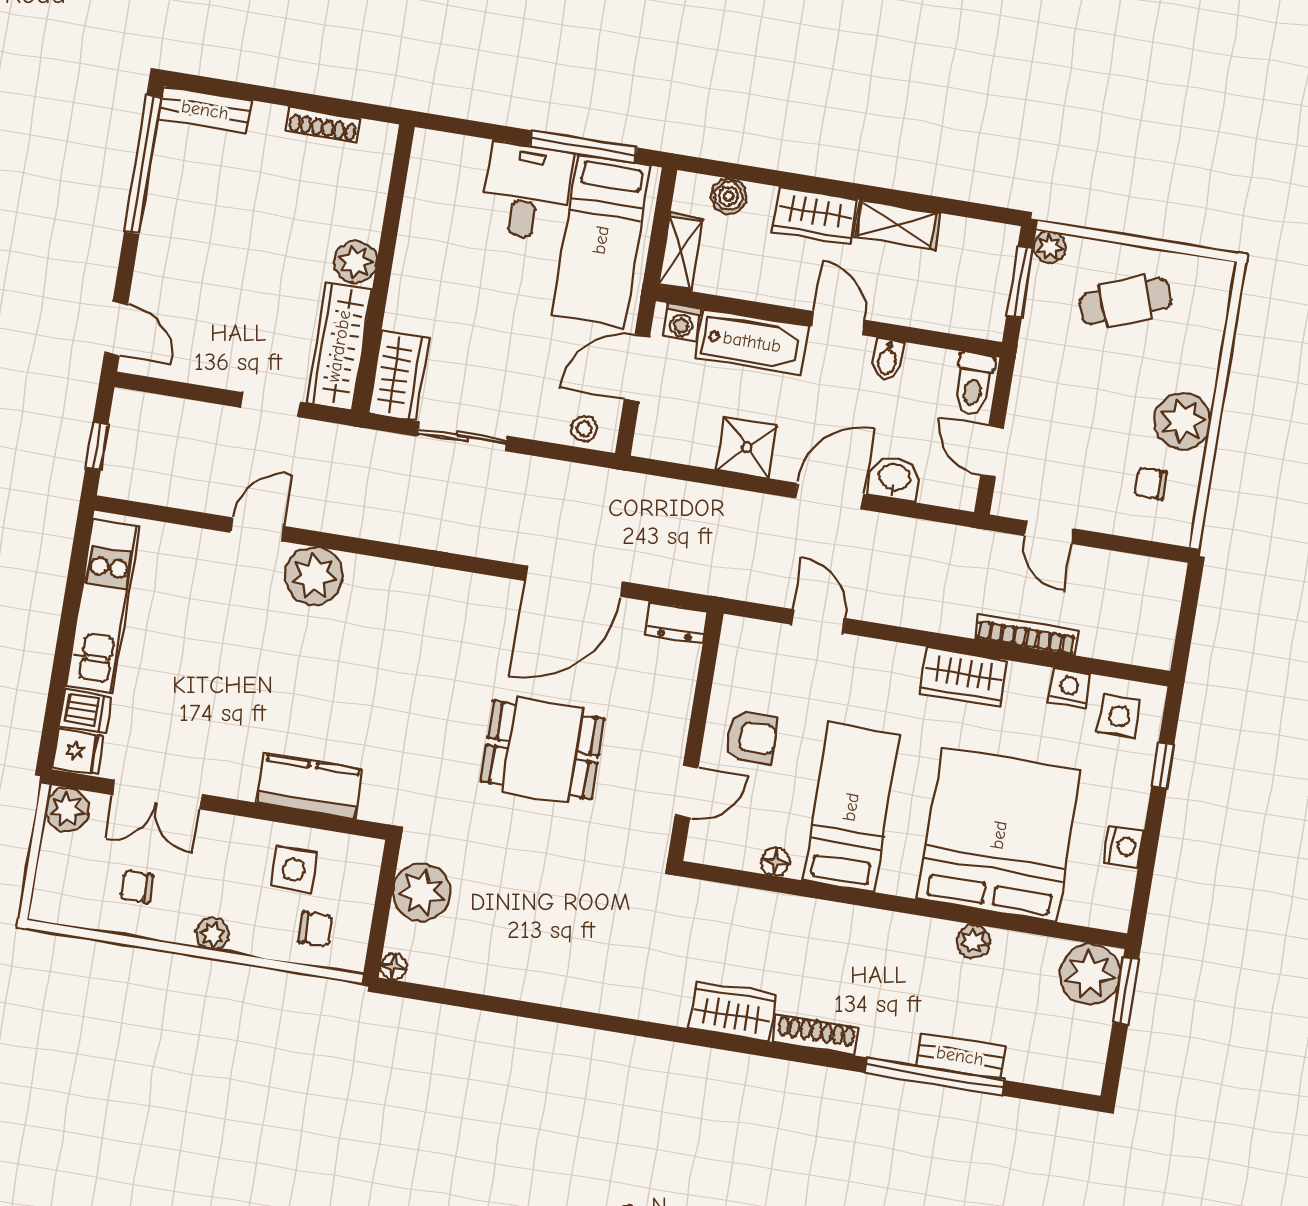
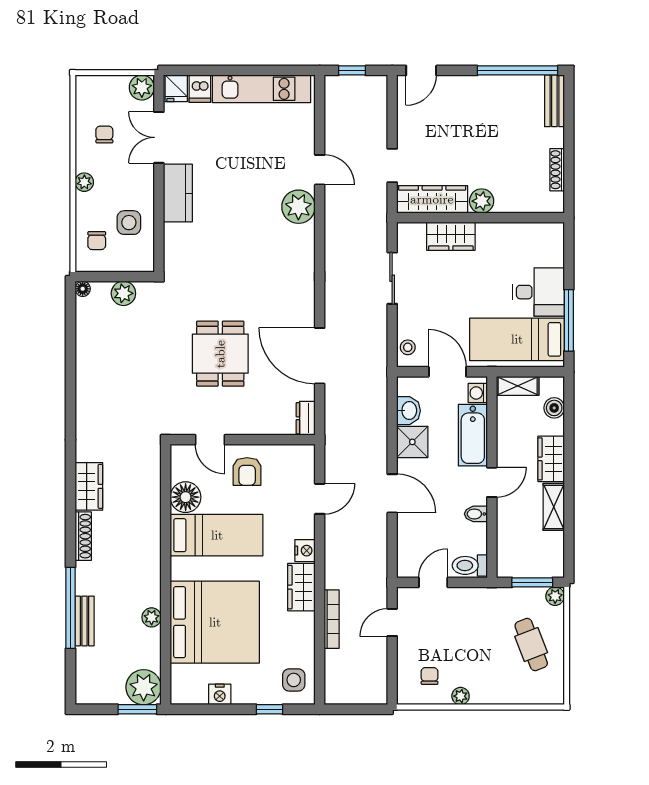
wardrobe: (399, 375) -> (451, 236), moved
plant: (1183, 421) -> (461, 696), width x0.53, depth x0.53
washbasin: (894, 478) -> (409, 411), moved
nightstand: (1069, 688) -> (305, 551), moved
kitchen counter: (309, 786) -> (178, 193), moved
floor lamp: (776, 862) -> (186, 497), width x1.89, depth x1.89
plant: (422, 892) -> (123, 293), width x0.73, depth x0.73

